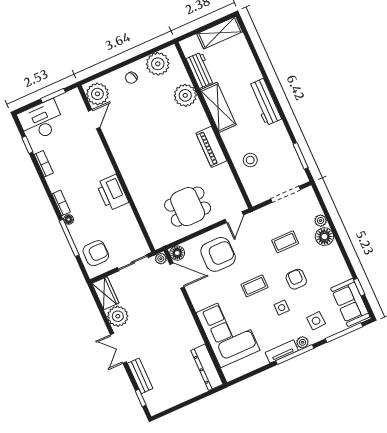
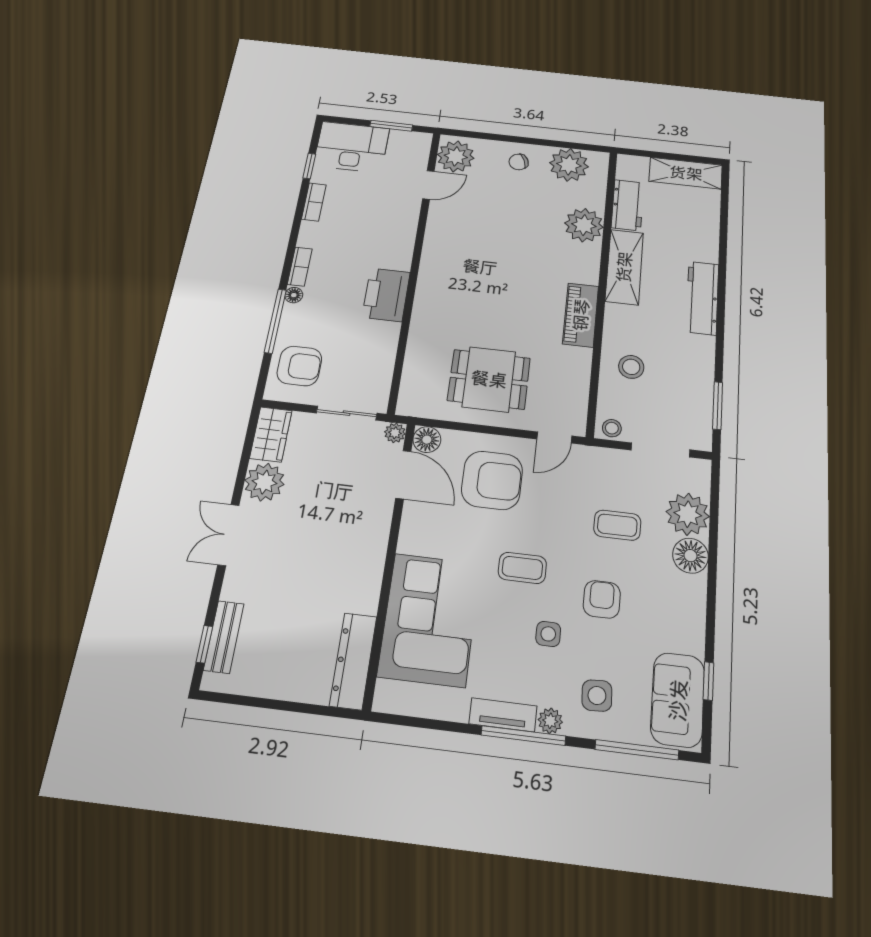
stool: (258, 197) -> (612, 428), added
plant: (321, 221) -> (688, 514), width x1.88, depth x1.88
bench: (140, 376) -> (224, 637), moved

